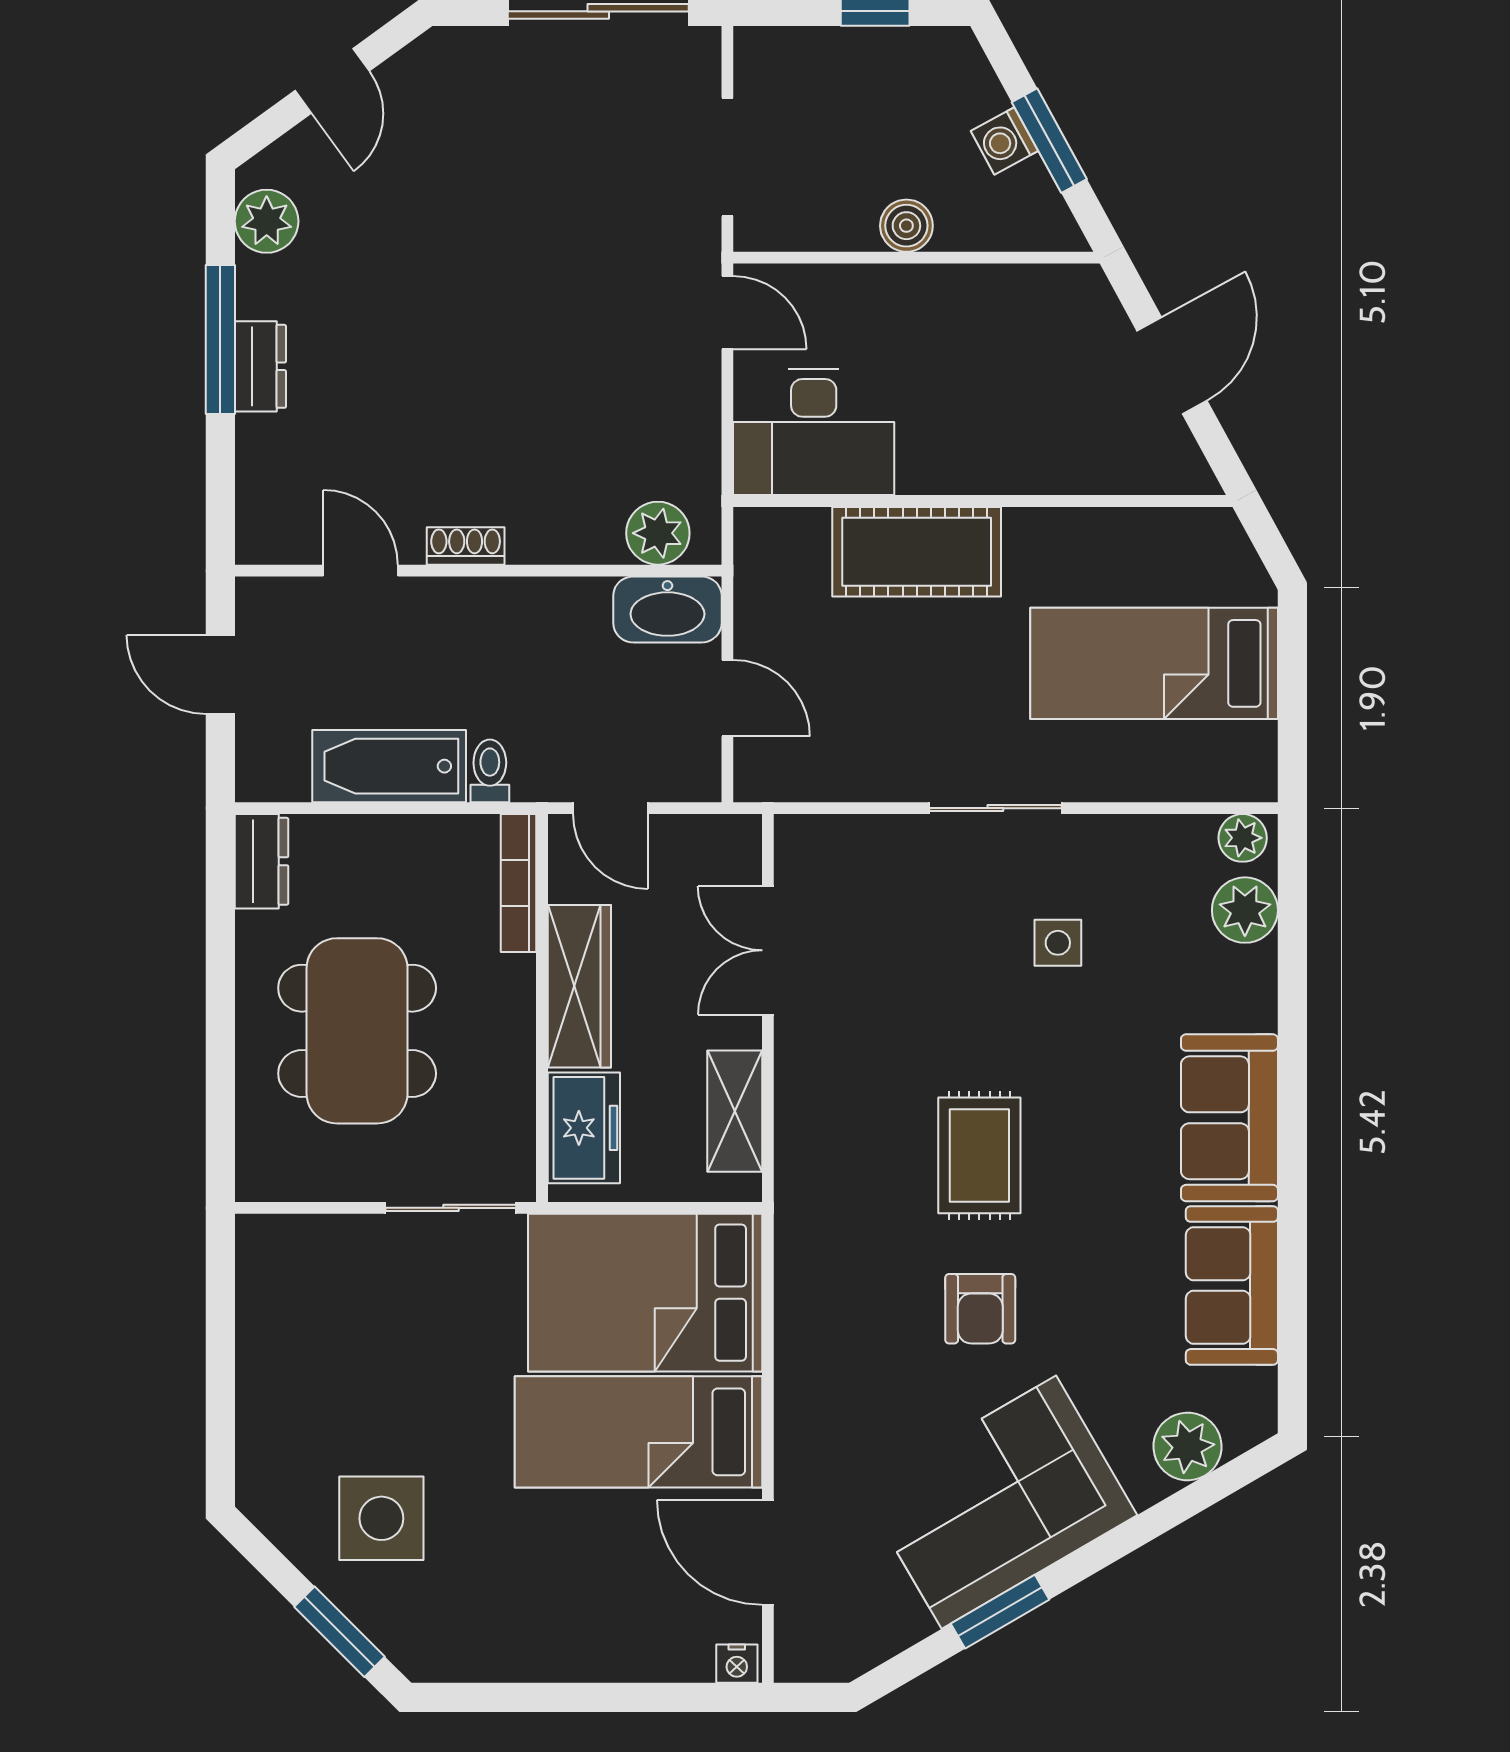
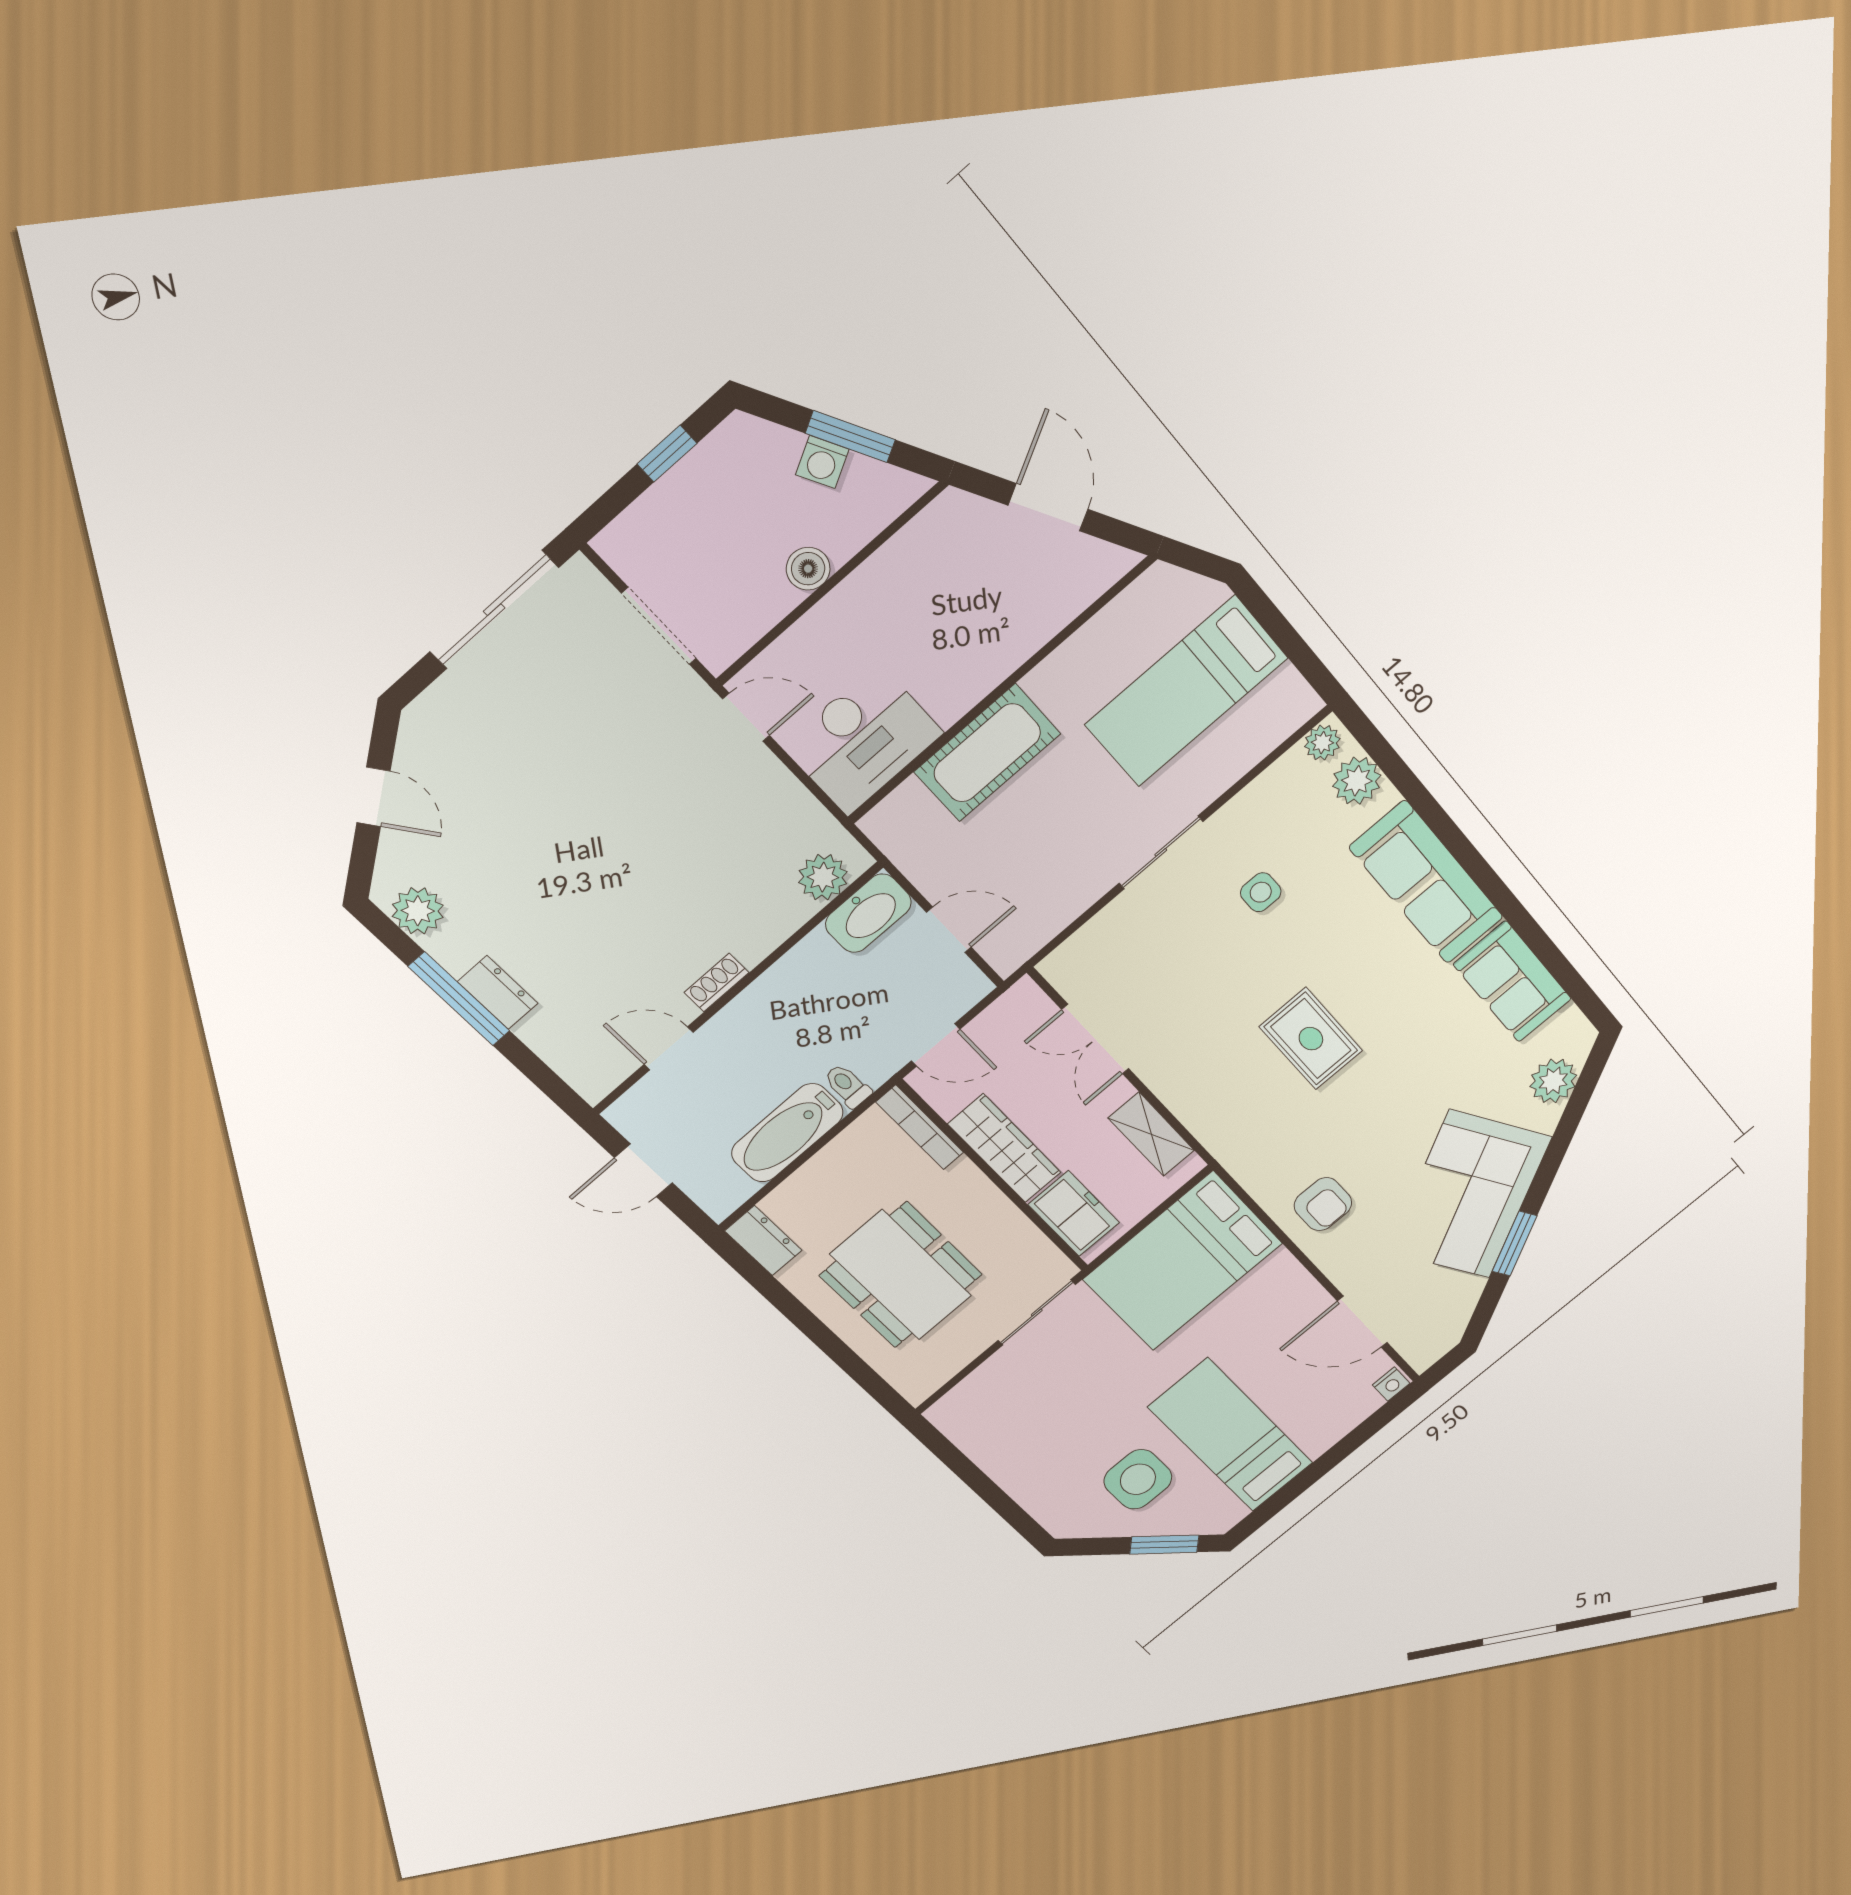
sofa: (1229, 1118) -> (1426, 882), width x1.36
armchair: (980, 1309) -> (1323, 1204), moved
bed: (638, 1432) -> (1231, 1435), moved, turned 90

